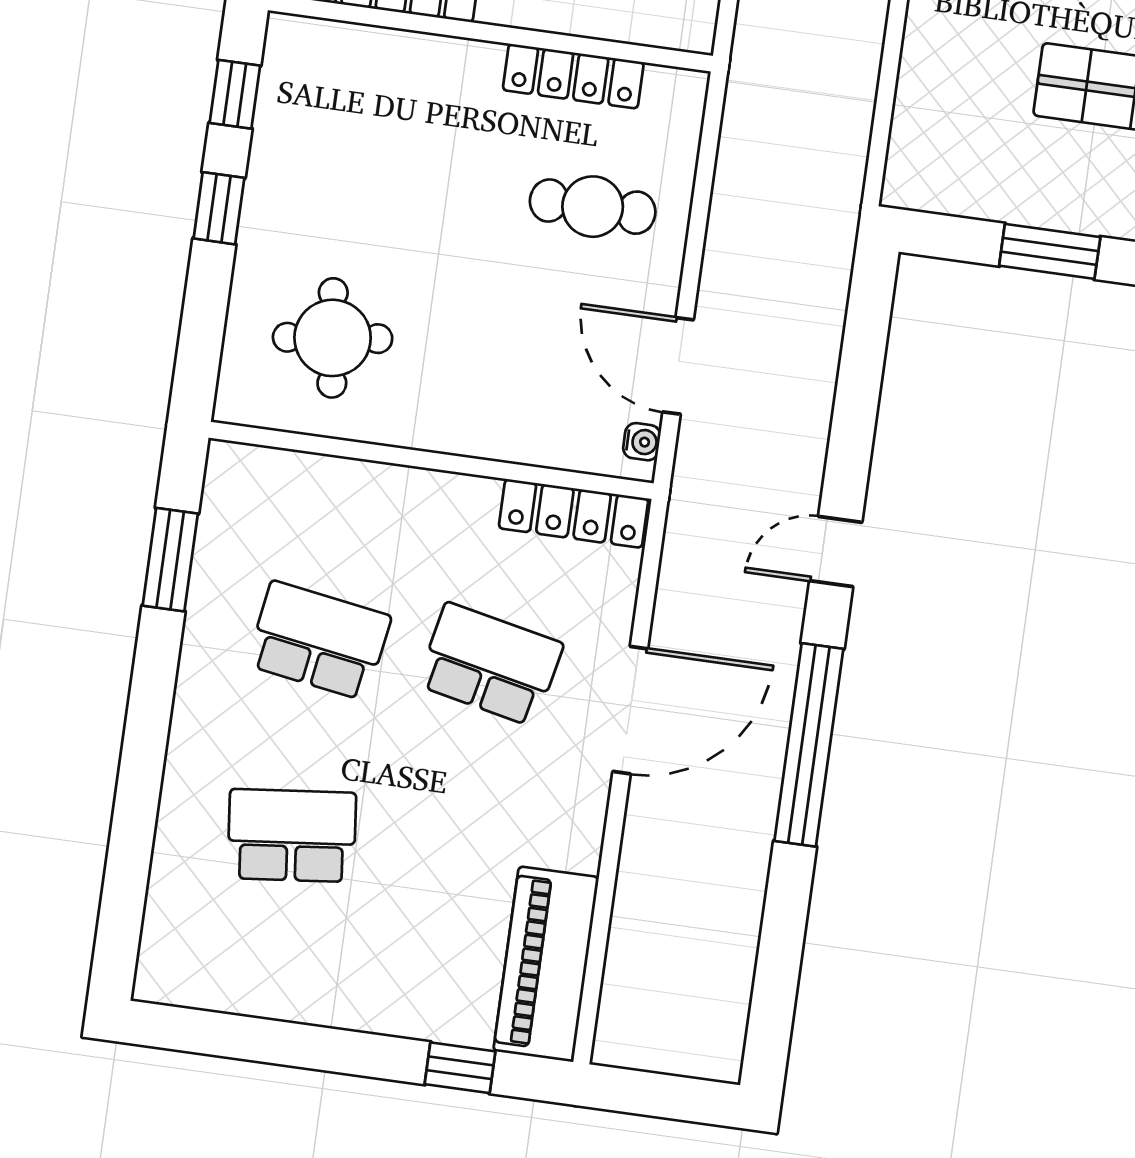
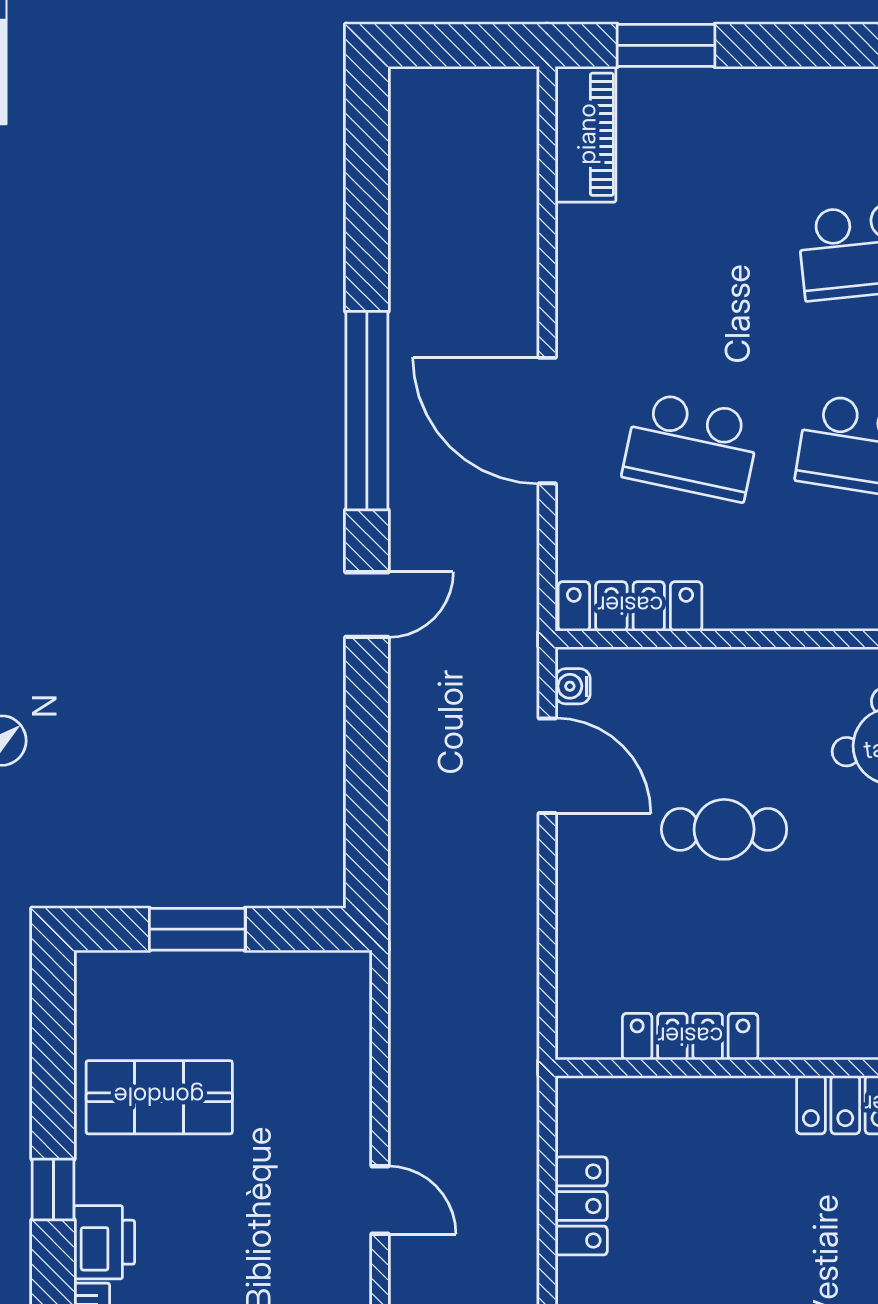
cafe table: (593, 207) -> (724, 829), moved
door: (630, 710) -> (547, 421), hinge flipped
piano: (546, 964) -> (586, 134), width x0.73, depth x0.75
window: (460, 1068) -> (666, 45), width x1.50

